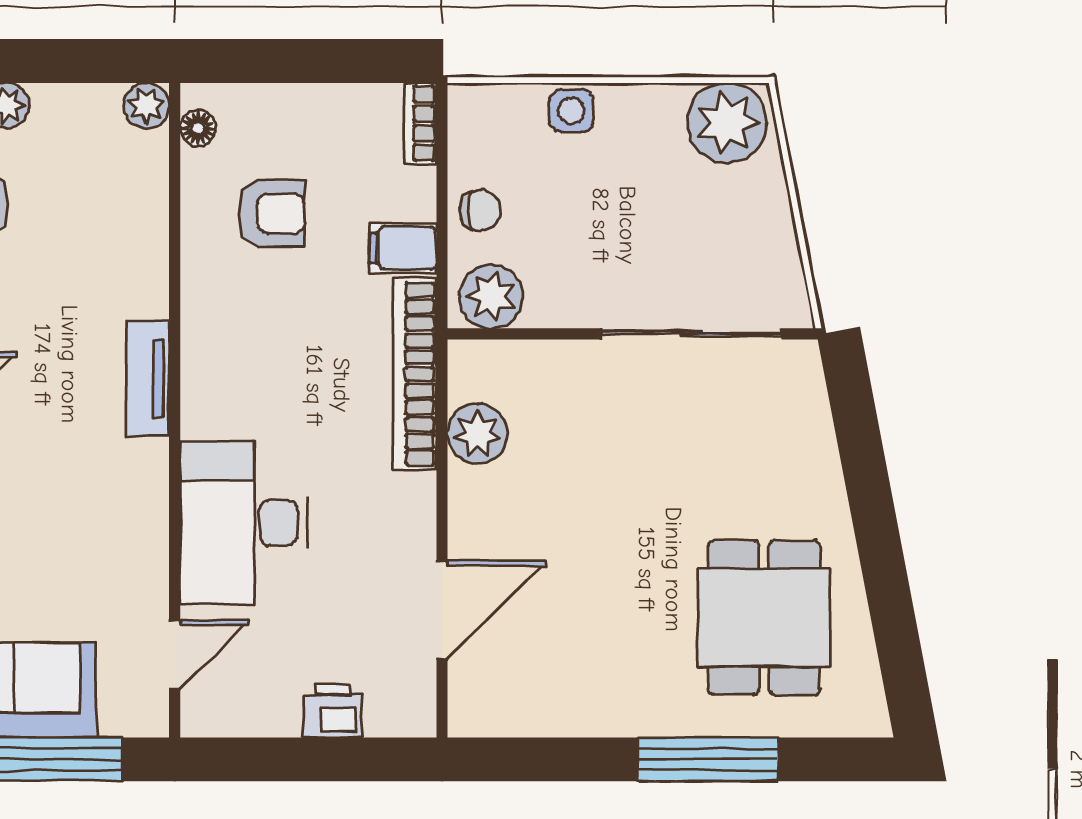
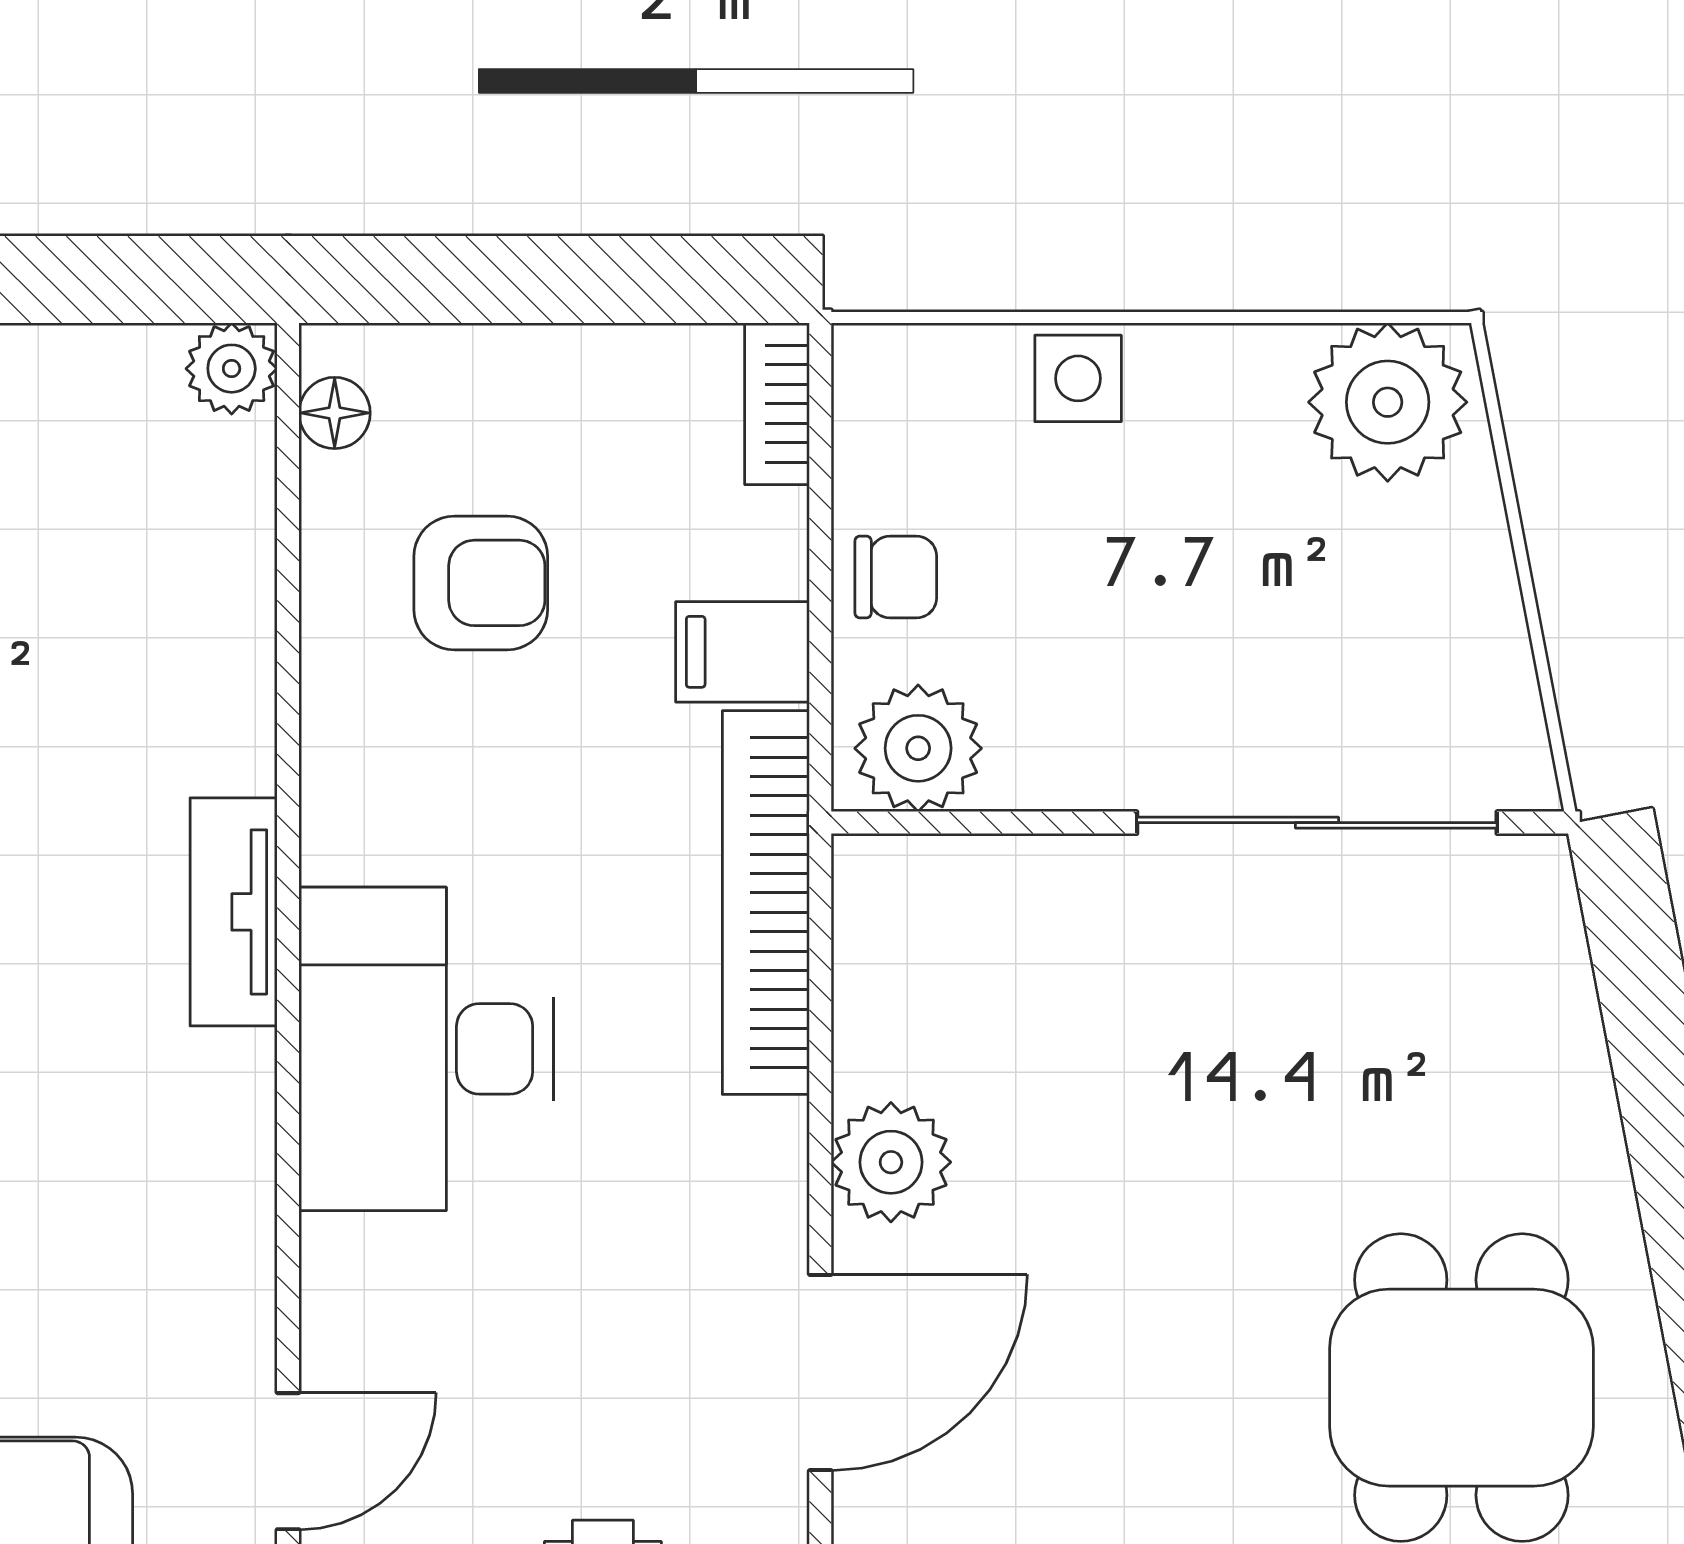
plant: (478, 434) -> (891, 1162), moved
desk: (244, 523) -> (426, 1049), moved

